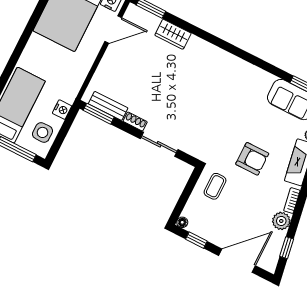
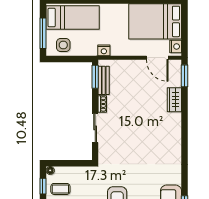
nightstand: (62, 110) -> (104, 50), moved
coffee table: (215, 186) -> (60, 189), moved

